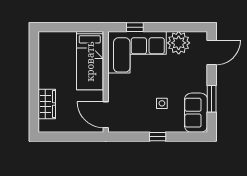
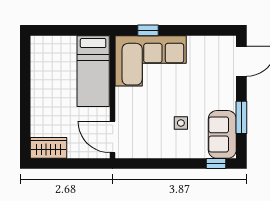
plant: (179, 43) -> (201, 49), removed
wardrobe: (47, 104) -> (49, 148), moved, turned -90
window: (158, 137) -> (216, 164), moved

